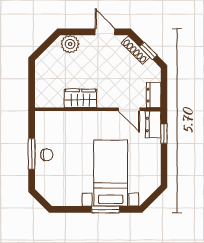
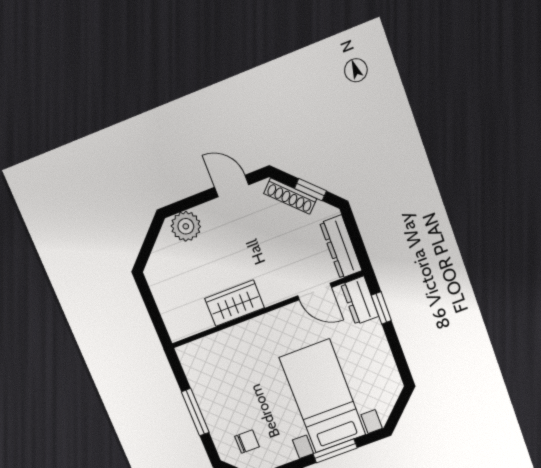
dresser: (154, 95) -> (341, 247), width x1.44
chair: (47, 155) -> (247, 442), moved

